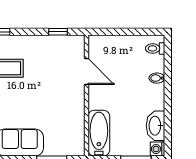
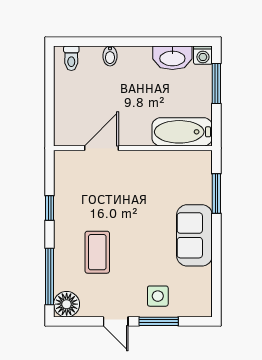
window: (58, 32) -> (49, 208), moved

